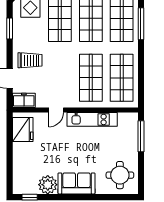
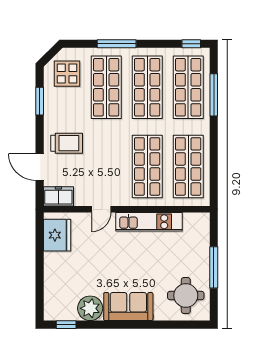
window: (141, 136) -> (214, 267), moved

